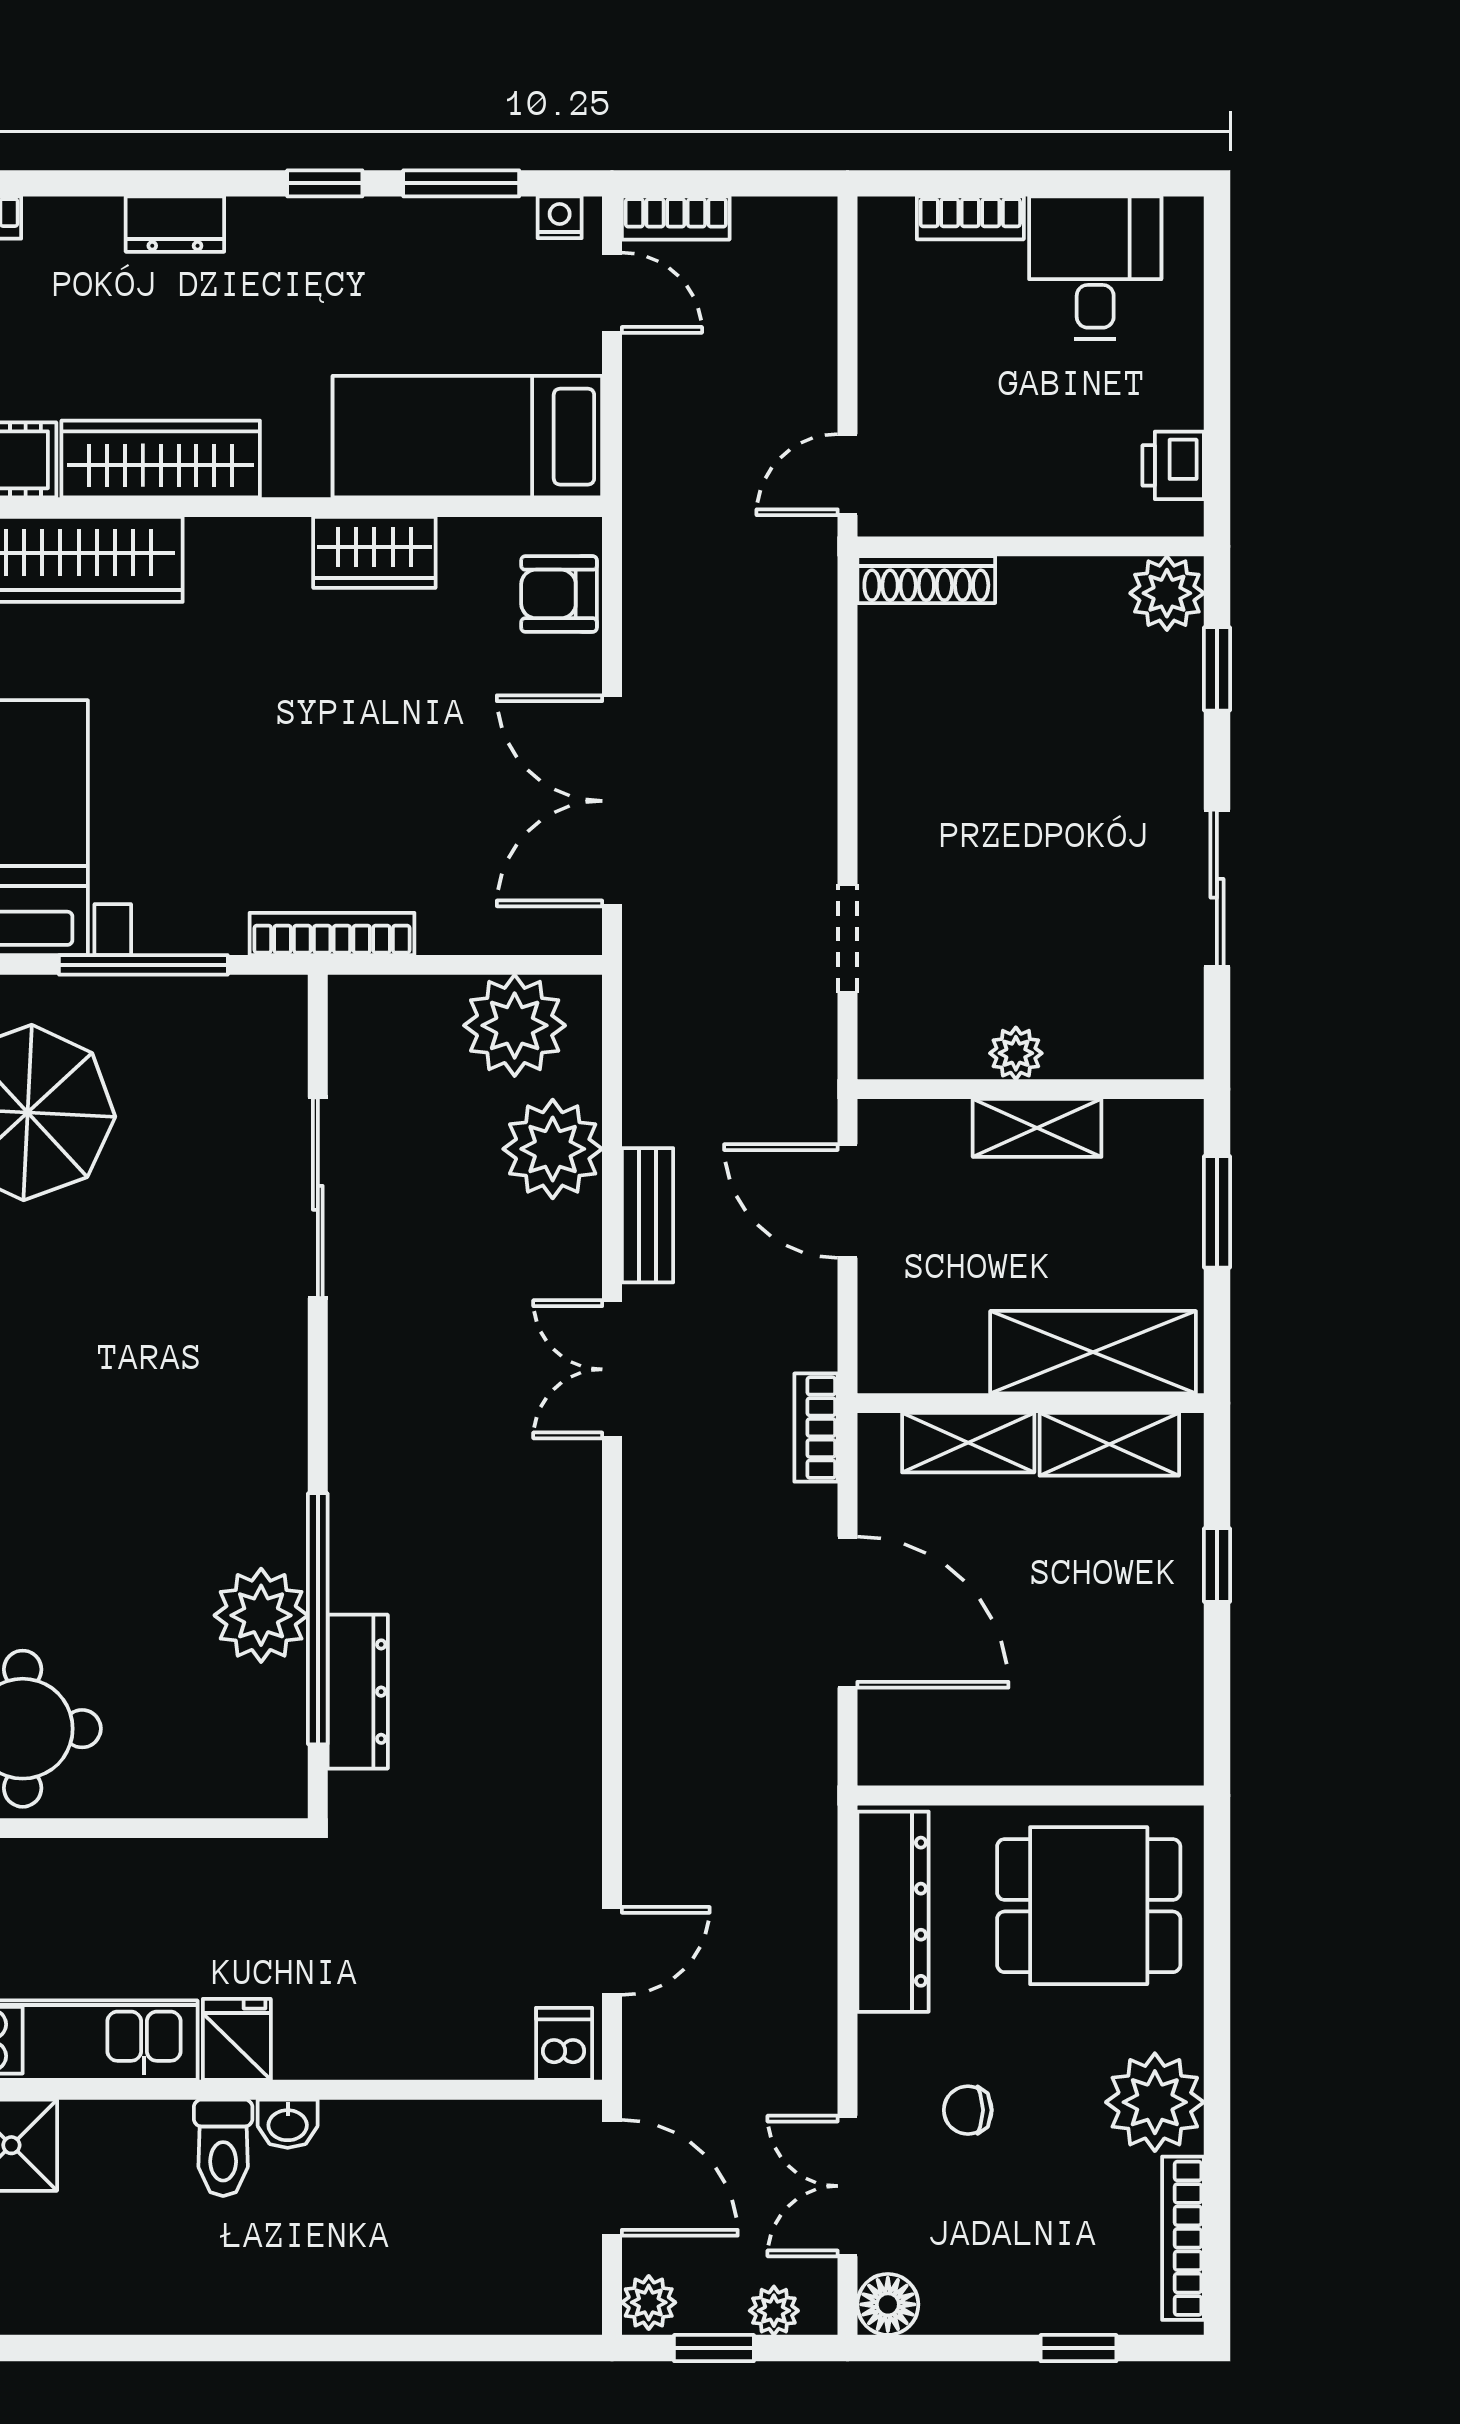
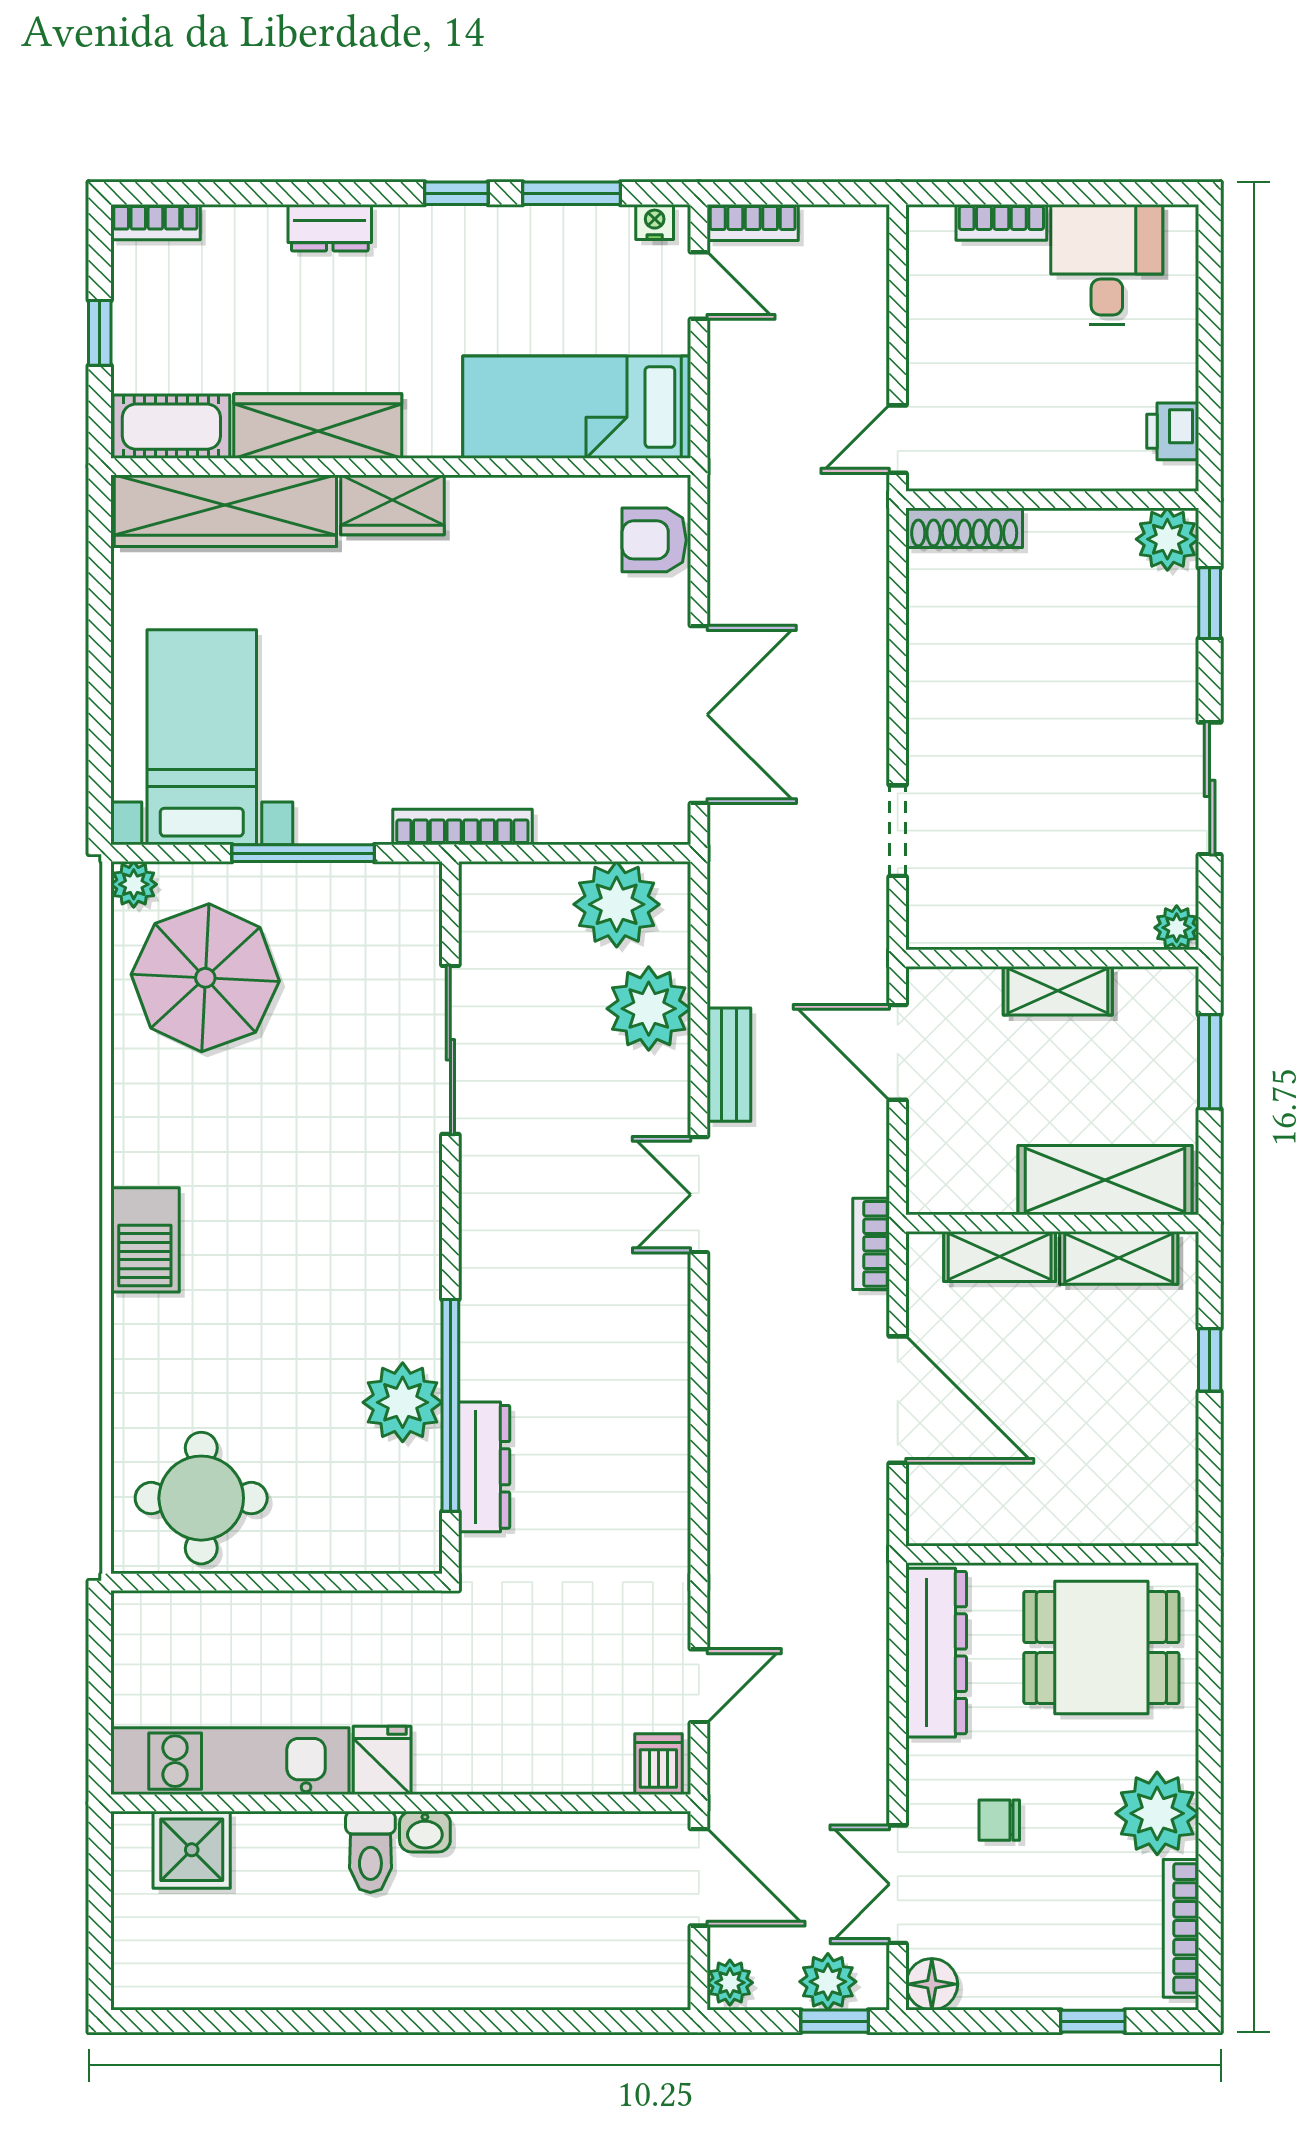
wardrobe: (374, 552) -> (392, 505), moved
double door: (612, 801) -> (699, 715), swing flipped
plant: (1016, 1053) -> (1177, 928), moved
plant: (774, 2311) -> (828, 1982), width x1.38, depth x1.38
window: (714, 2348) -> (835, 2021), moved

